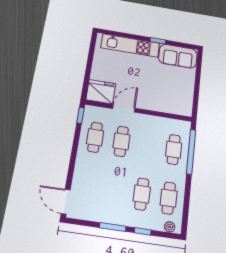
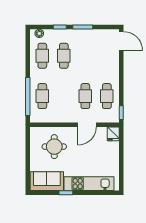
round table: (166, 91) -> (54, 147), added
fridge: (101, 92) -> (113, 134), width x0.53, depth x0.75

